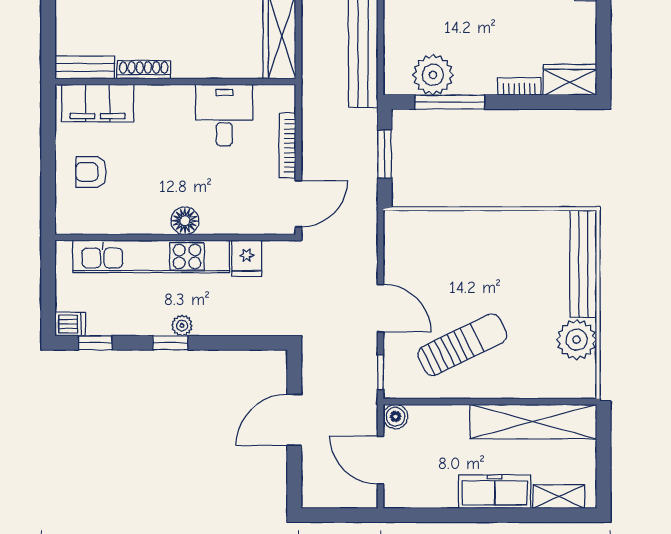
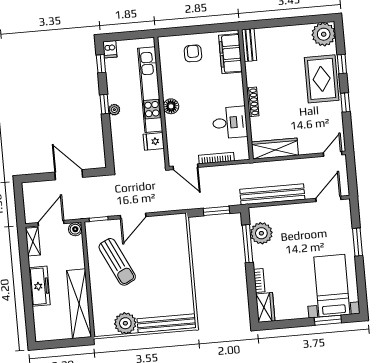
shoe rack: (144, 70) -> (253, 102), moved
shelving: (559, 497) -> (33, 242), moved

